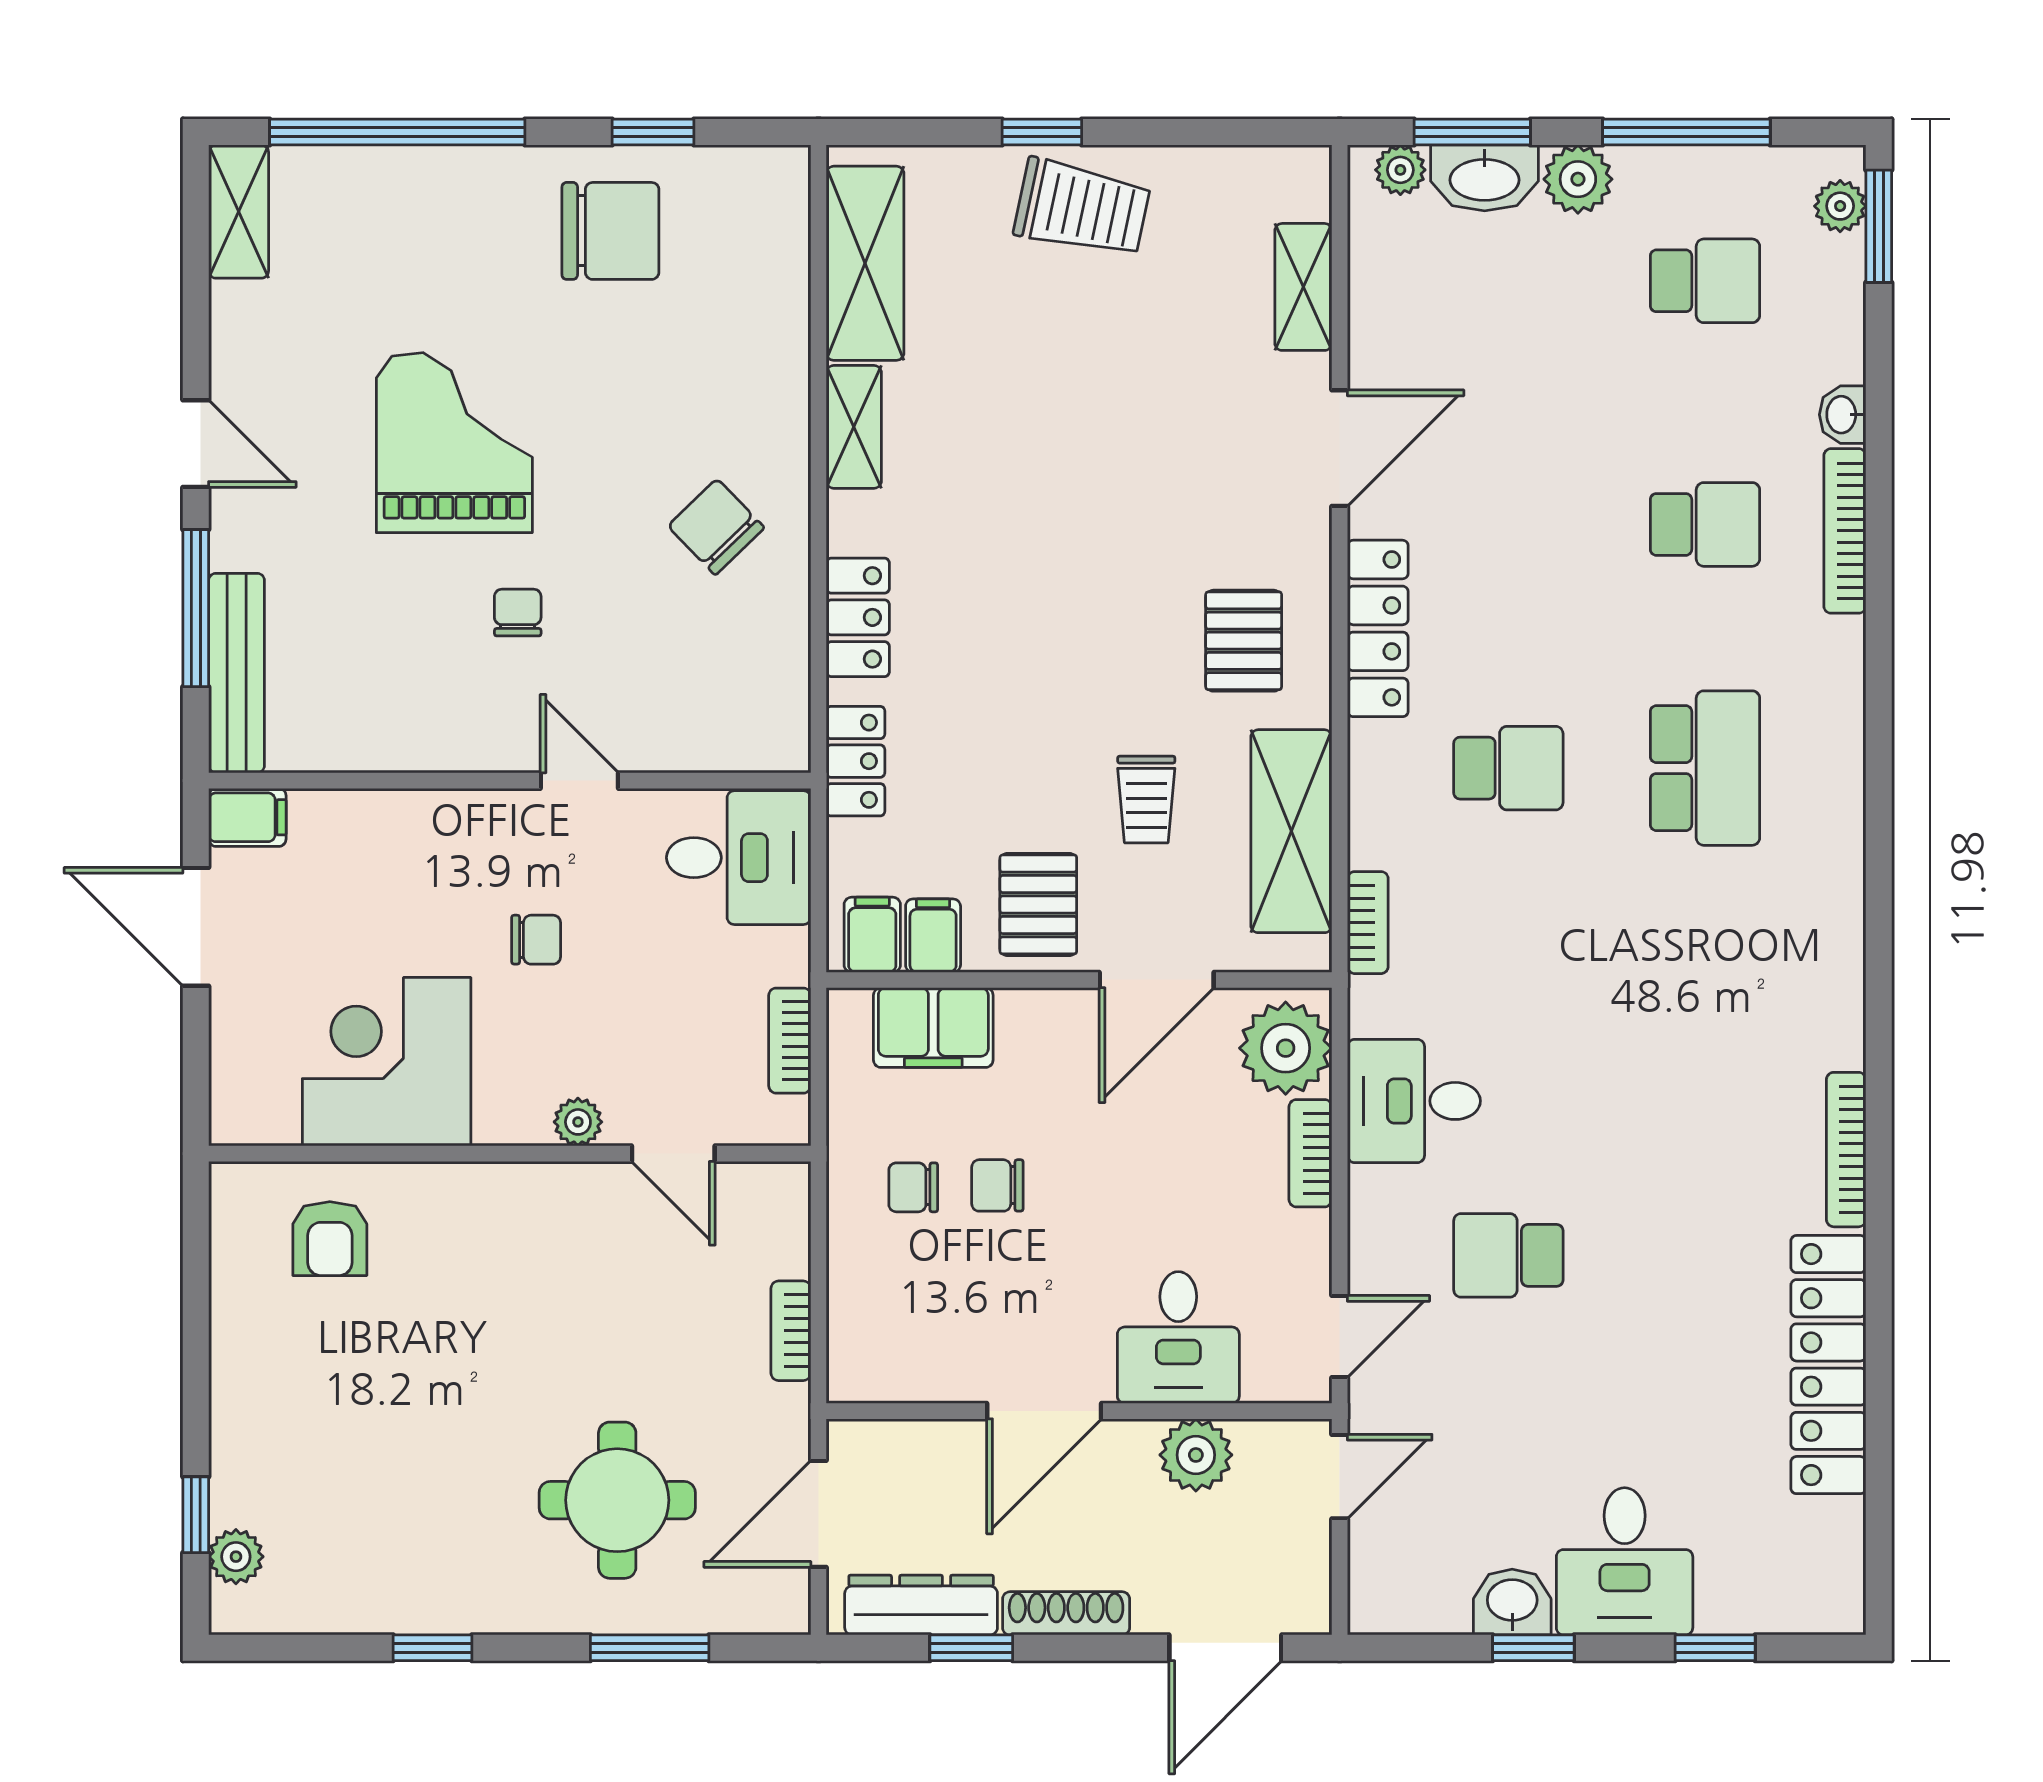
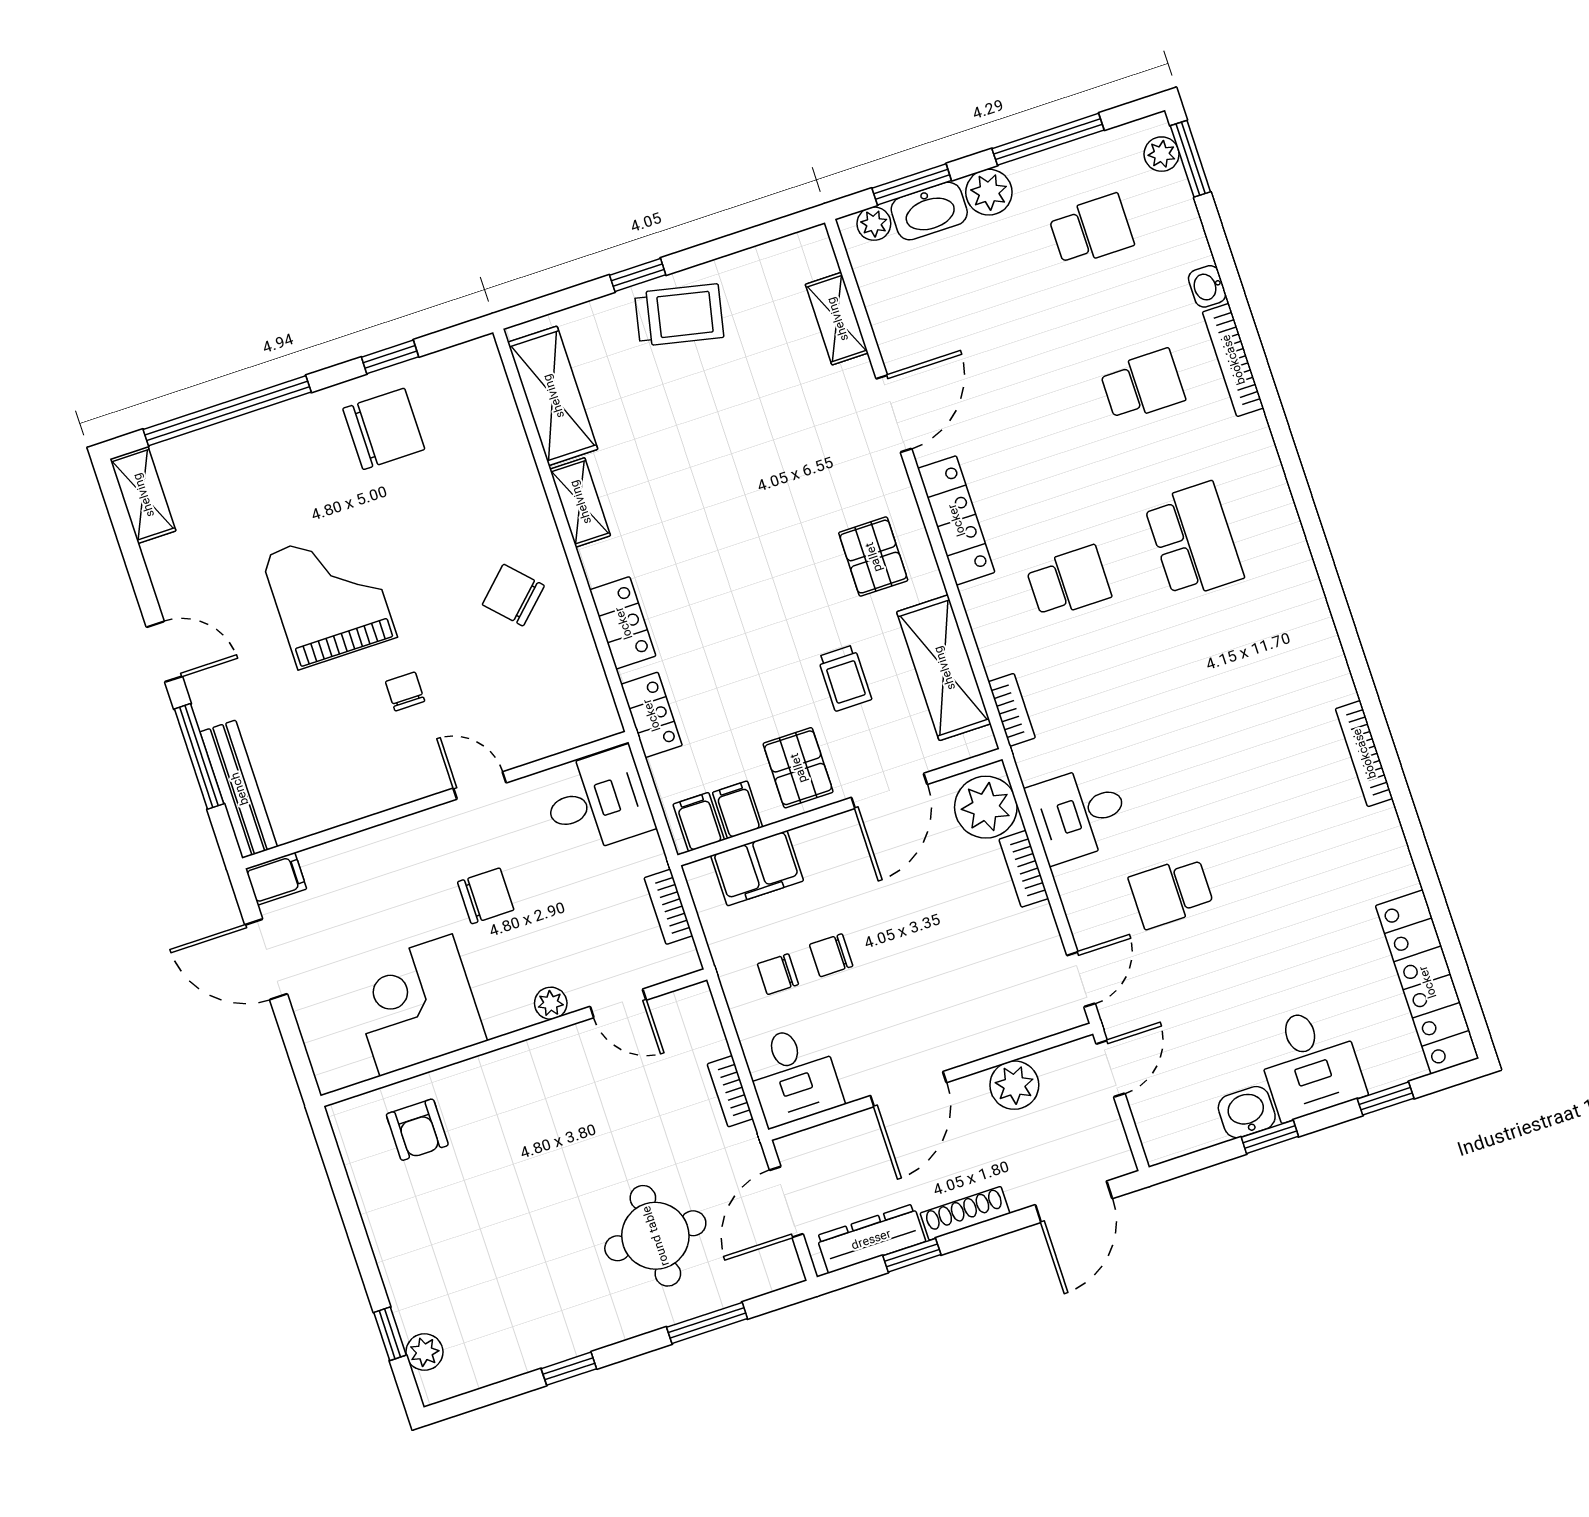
chair: (536, 940) -> (486, 896), width x1.37, depth x1.37
desk: (1178, 1338) -> (793, 1075), moved
locker: (1828, 1365) -> (1427, 982), moved

